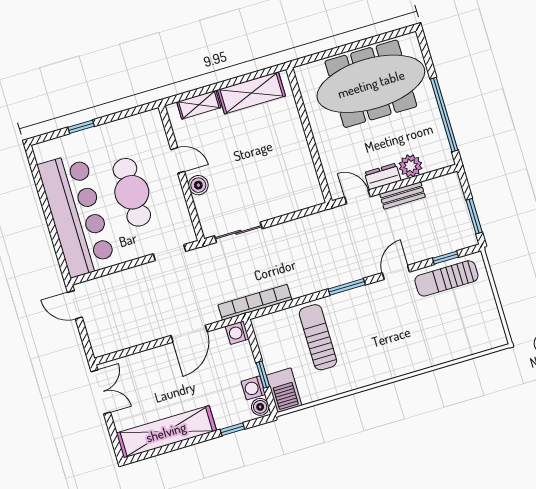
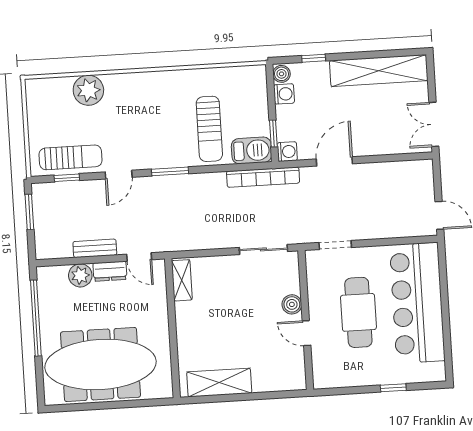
shelving: (199, 105) -> (182, 280), moved, turned 90
plant: (444, 348) -> (88, 90), added
window: (263, 375) -> (273, 133), moved
barbecue: (284, 390) -> (252, 150), moved, turned 90

